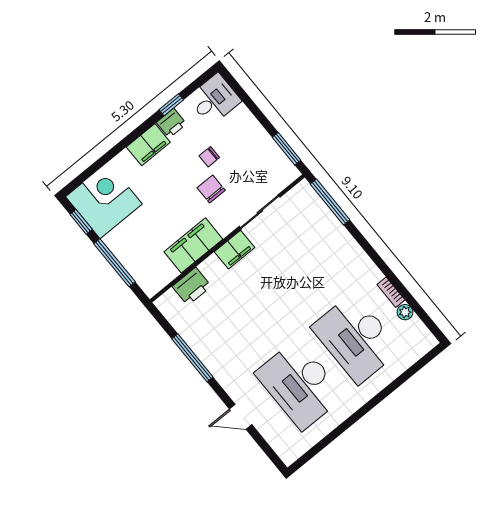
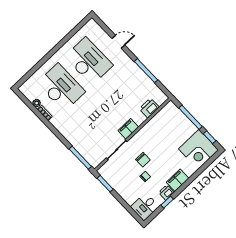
filing cabinet: (193, 245) -> (150, 129), removed

